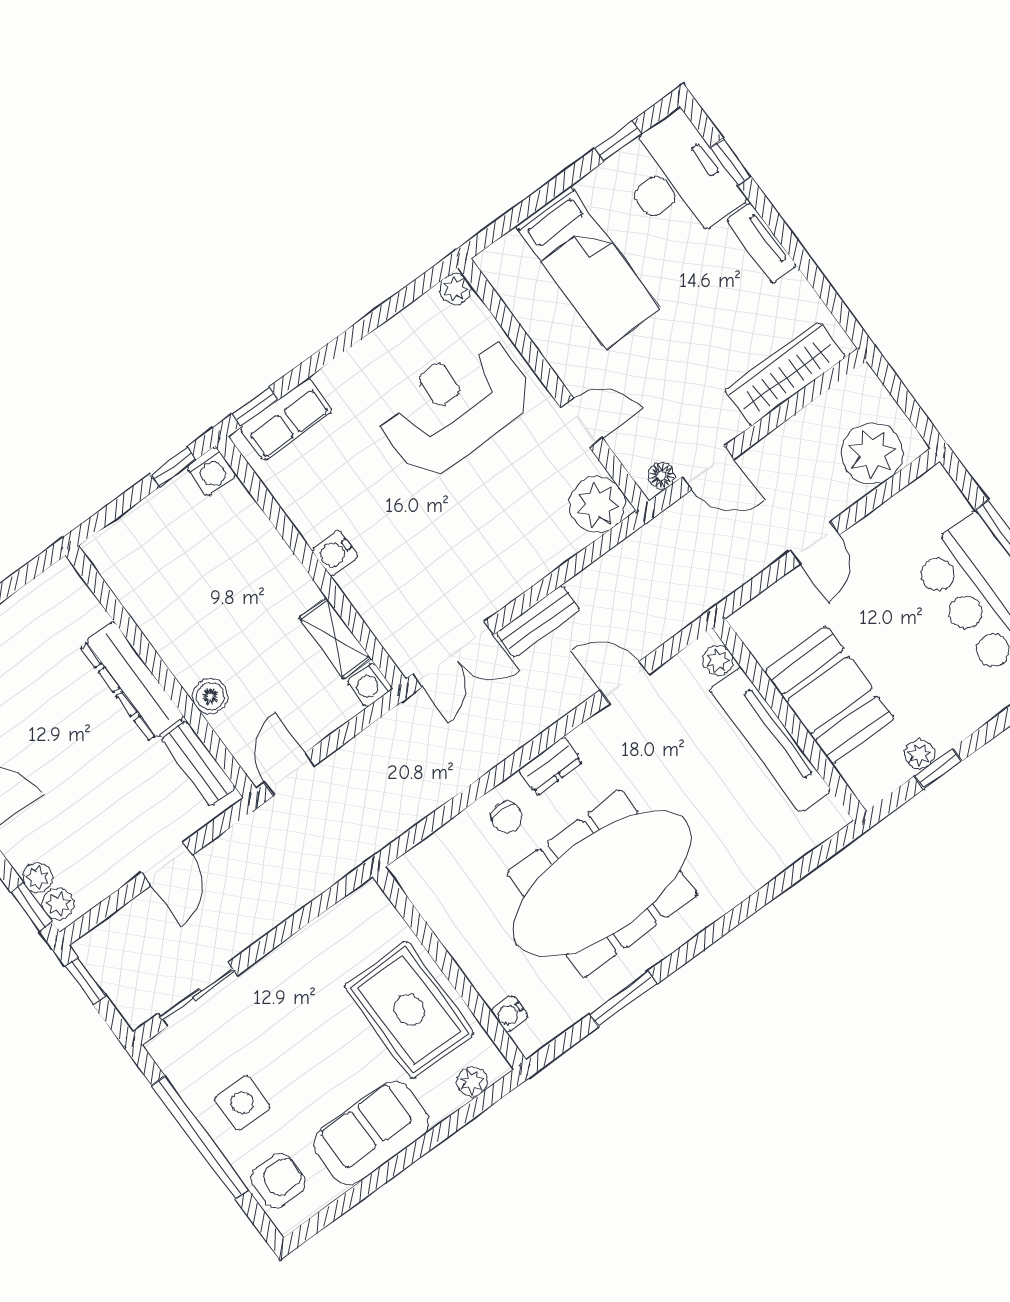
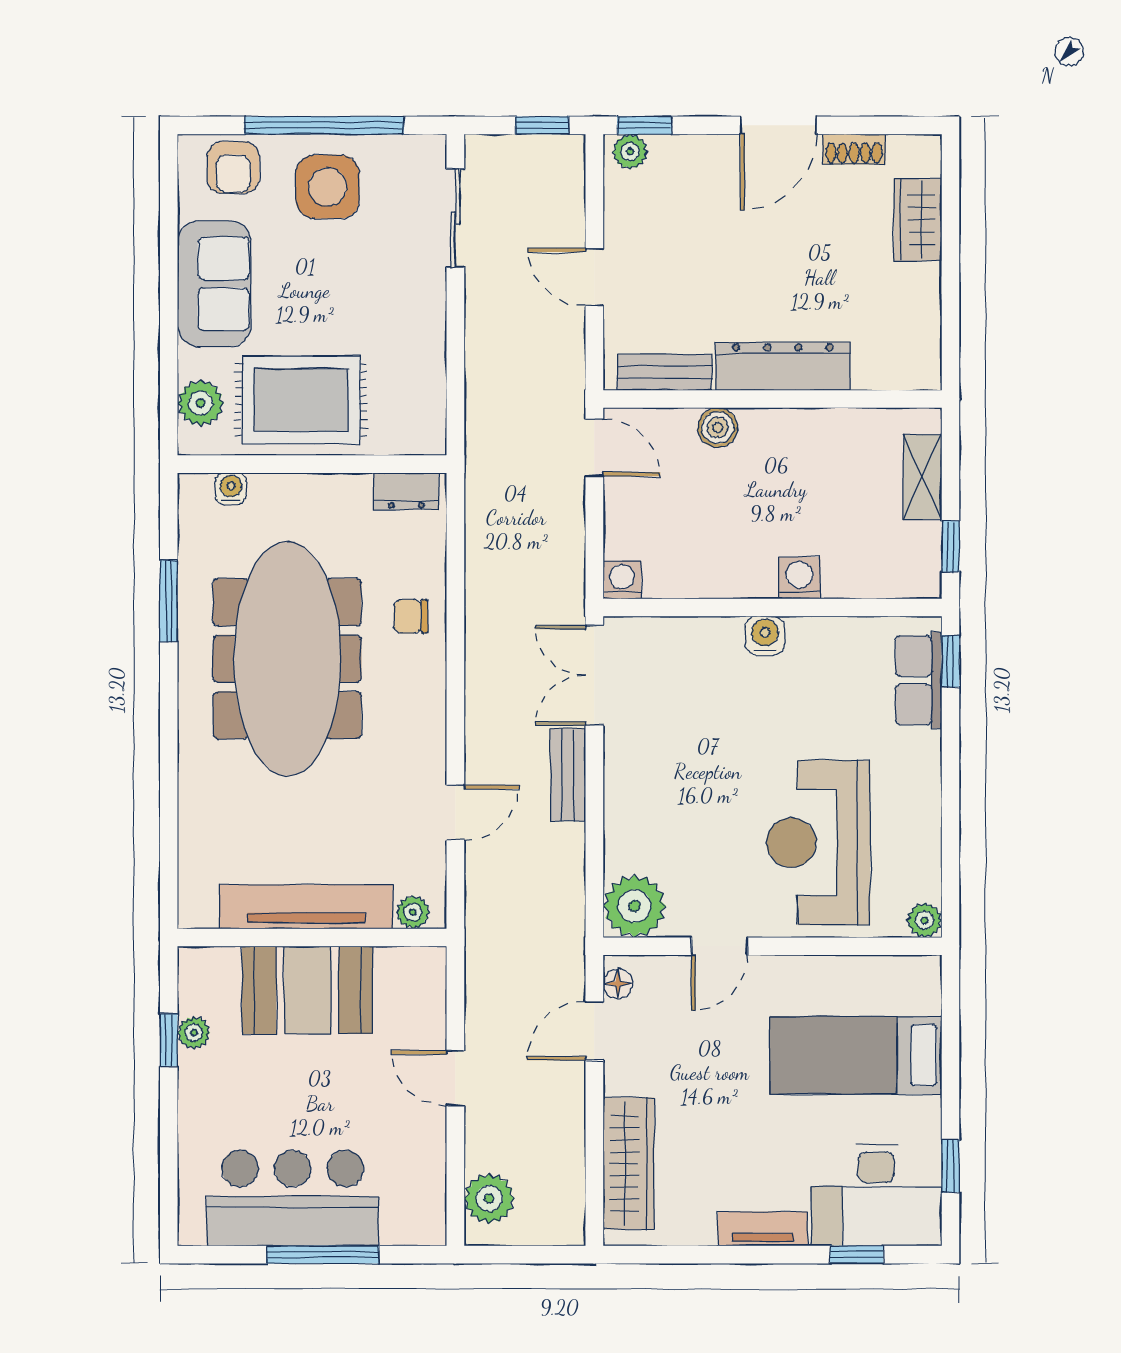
reception desk: (455, 406) -> (818, 843), turned 180
plant: (872, 454) -> (489, 1198), width x0.73, depth x0.73
washing machine: (211, 471) -> (799, 578), moved, turned 90
shelving: (335, 638) -> (923, 477), moved, turned 90
dresser: (551, 766) -> (406, 491), moved, turned -90
plant: (38, 878) -> (668, 151), removed
plant: (472, 1081) -> (201, 403), width x1.38, depth x1.38
side table: (242, 1103) -> (328, 187), width x1.37, depth x1.37

